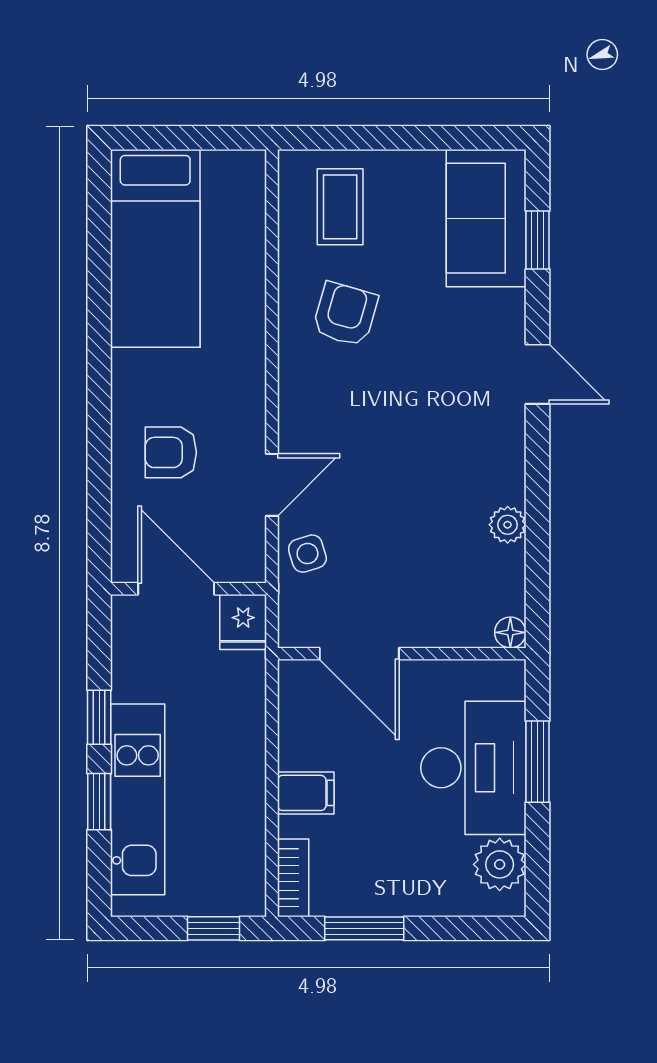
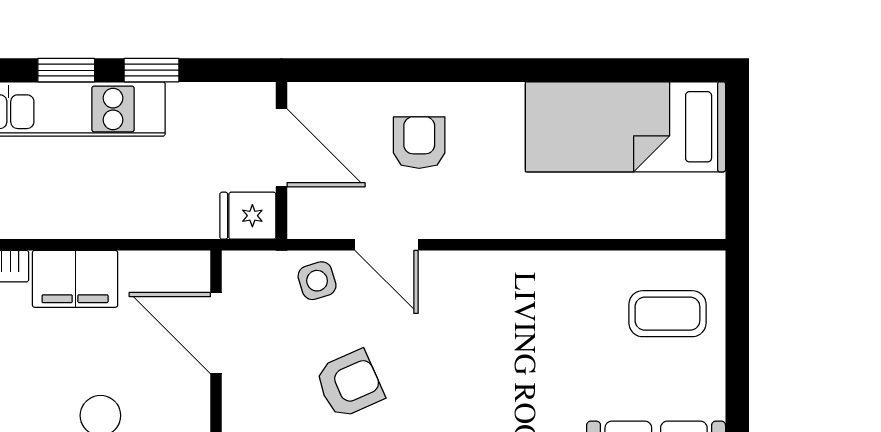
armchair: (345, 314) -> (349, 384), moved, turned -40
door: (176, 589) -> (281, 148), hinge flipped
door: (359, 654) -> (216, 333), hinge flipped
filing cabinet: (306, 793) -> (75, 279), width x2.00

